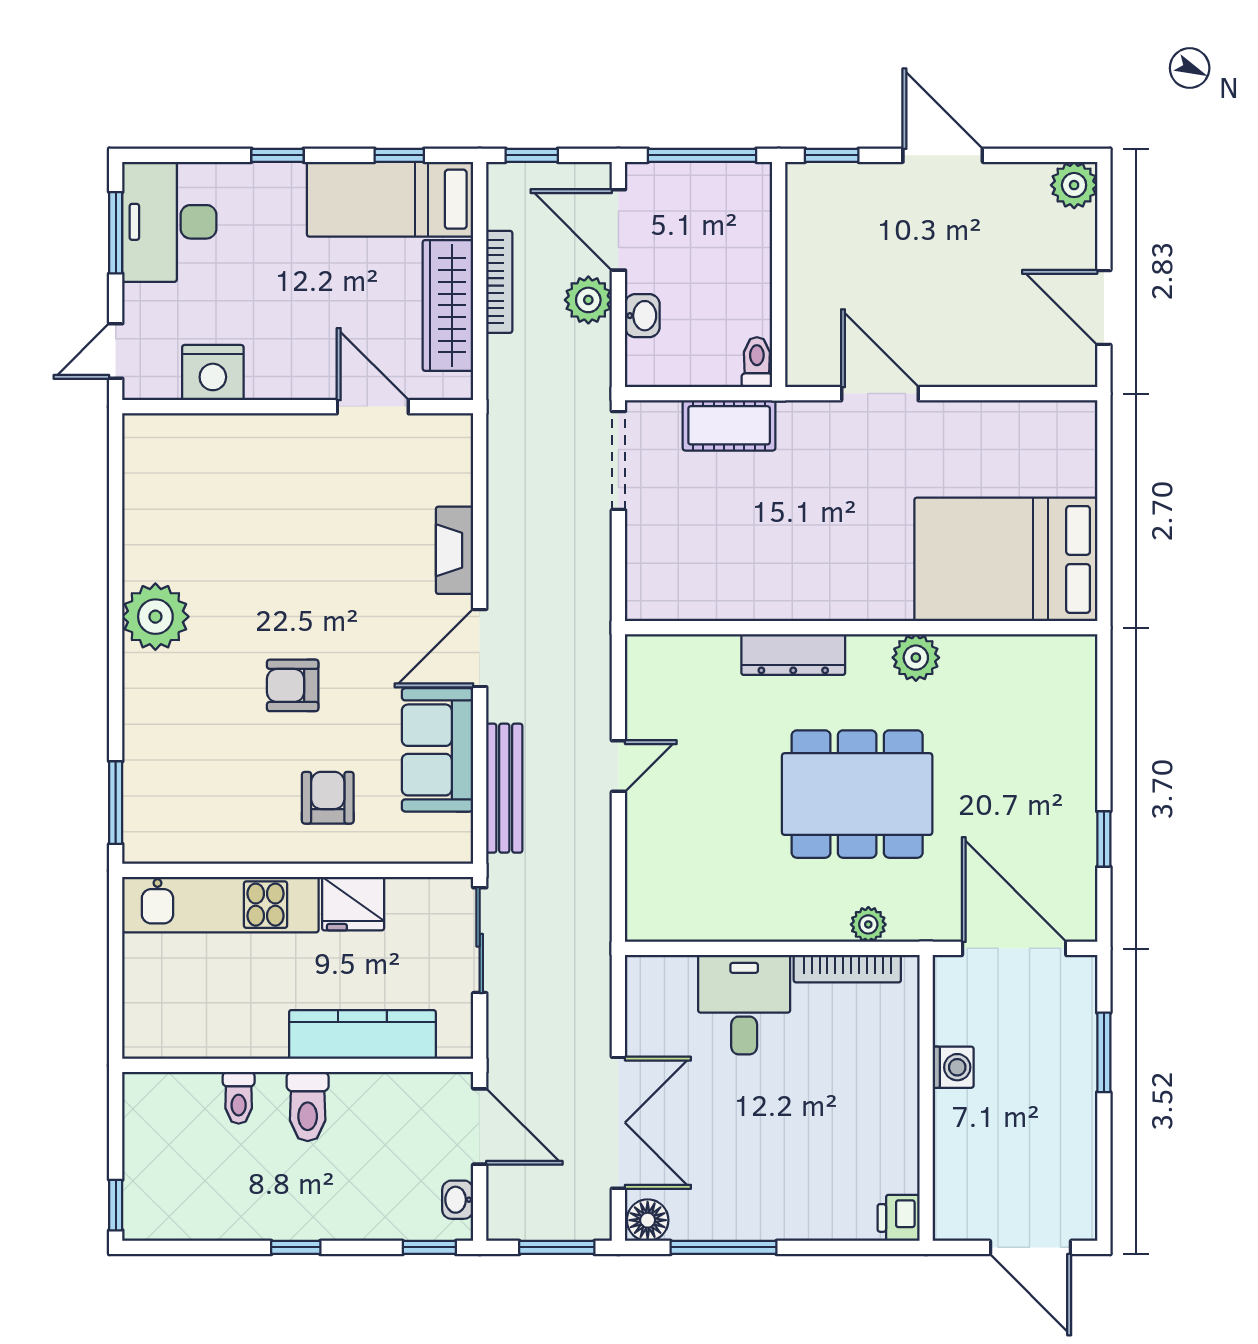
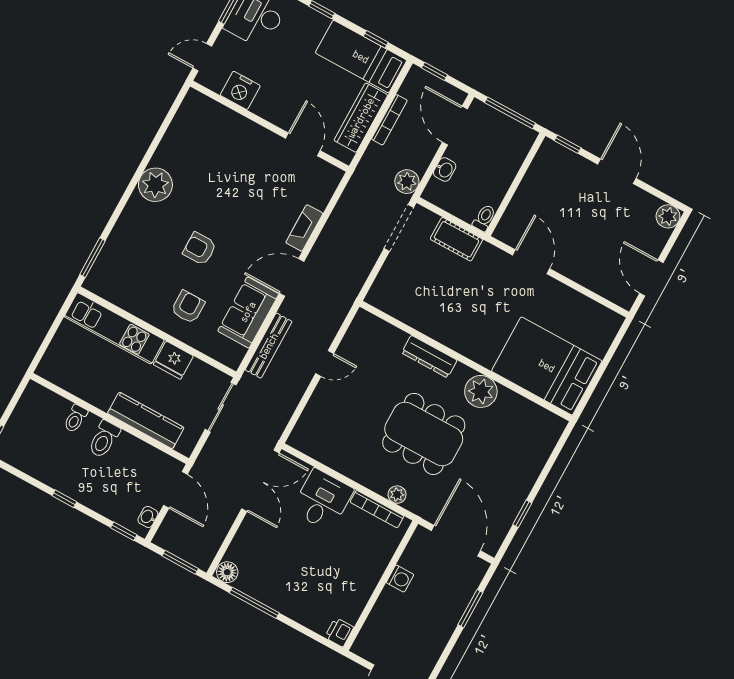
plant: (588, 300) -> (407, 182), moved
plant: (916, 658) -> (481, 391), width x1.36, depth x1.36
double door: (618, 1123) -> (260, 481), moved

